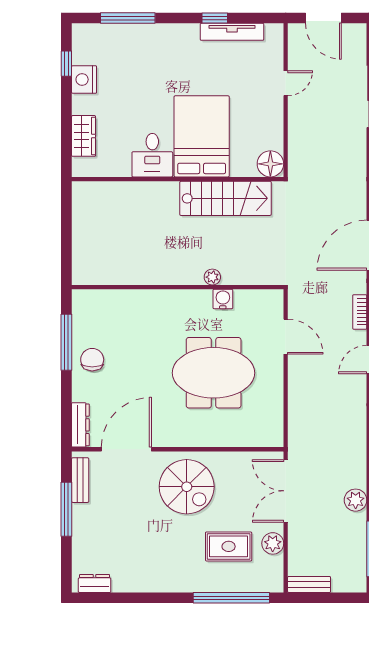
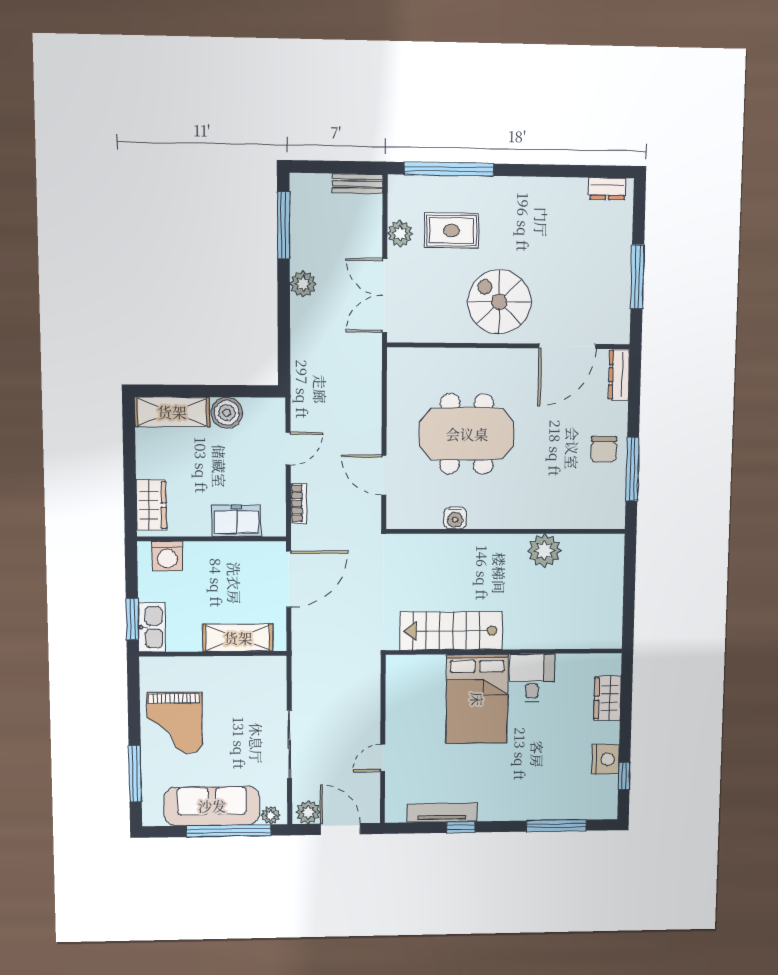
plant: (352, 34) -> (308, 812), added
floor lamp: (270, 164) -> (400, 669), removed
plant: (212, 277) -> (544, 551), moved, width x1.87, depth x1.87
bench: (80, 480) -> (621, 311), removed
double door: (286, 491) -> (385, 296), swing flipped

